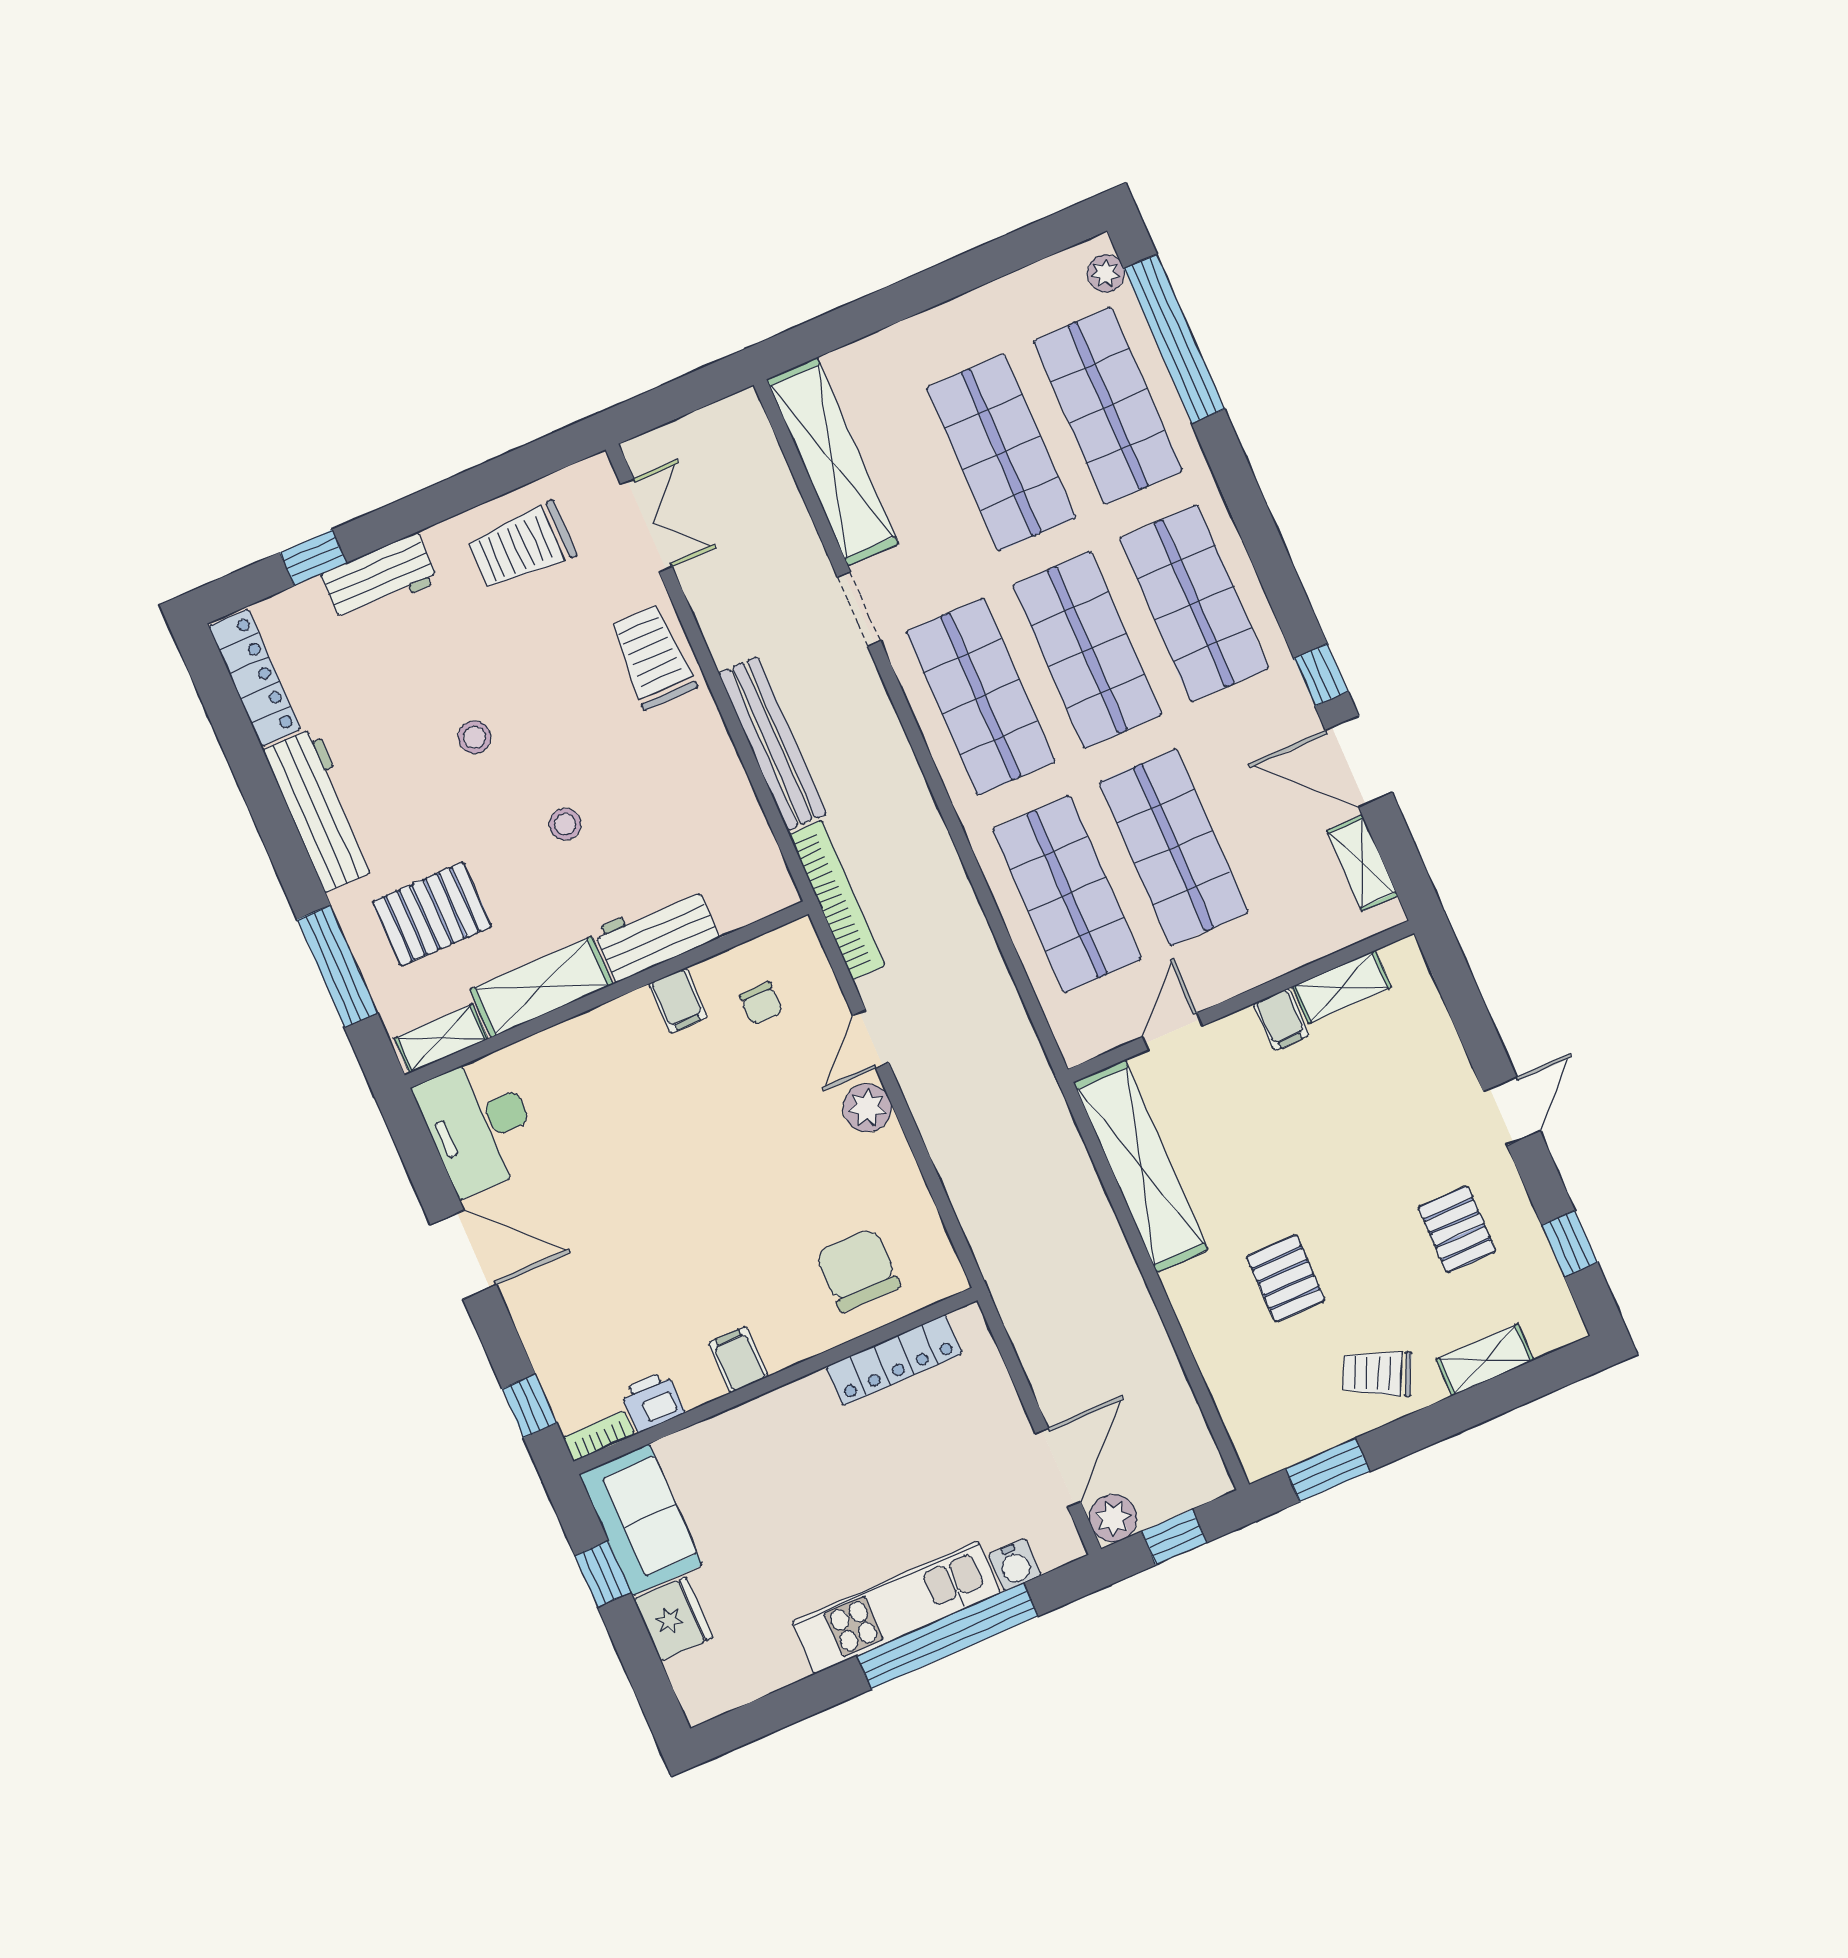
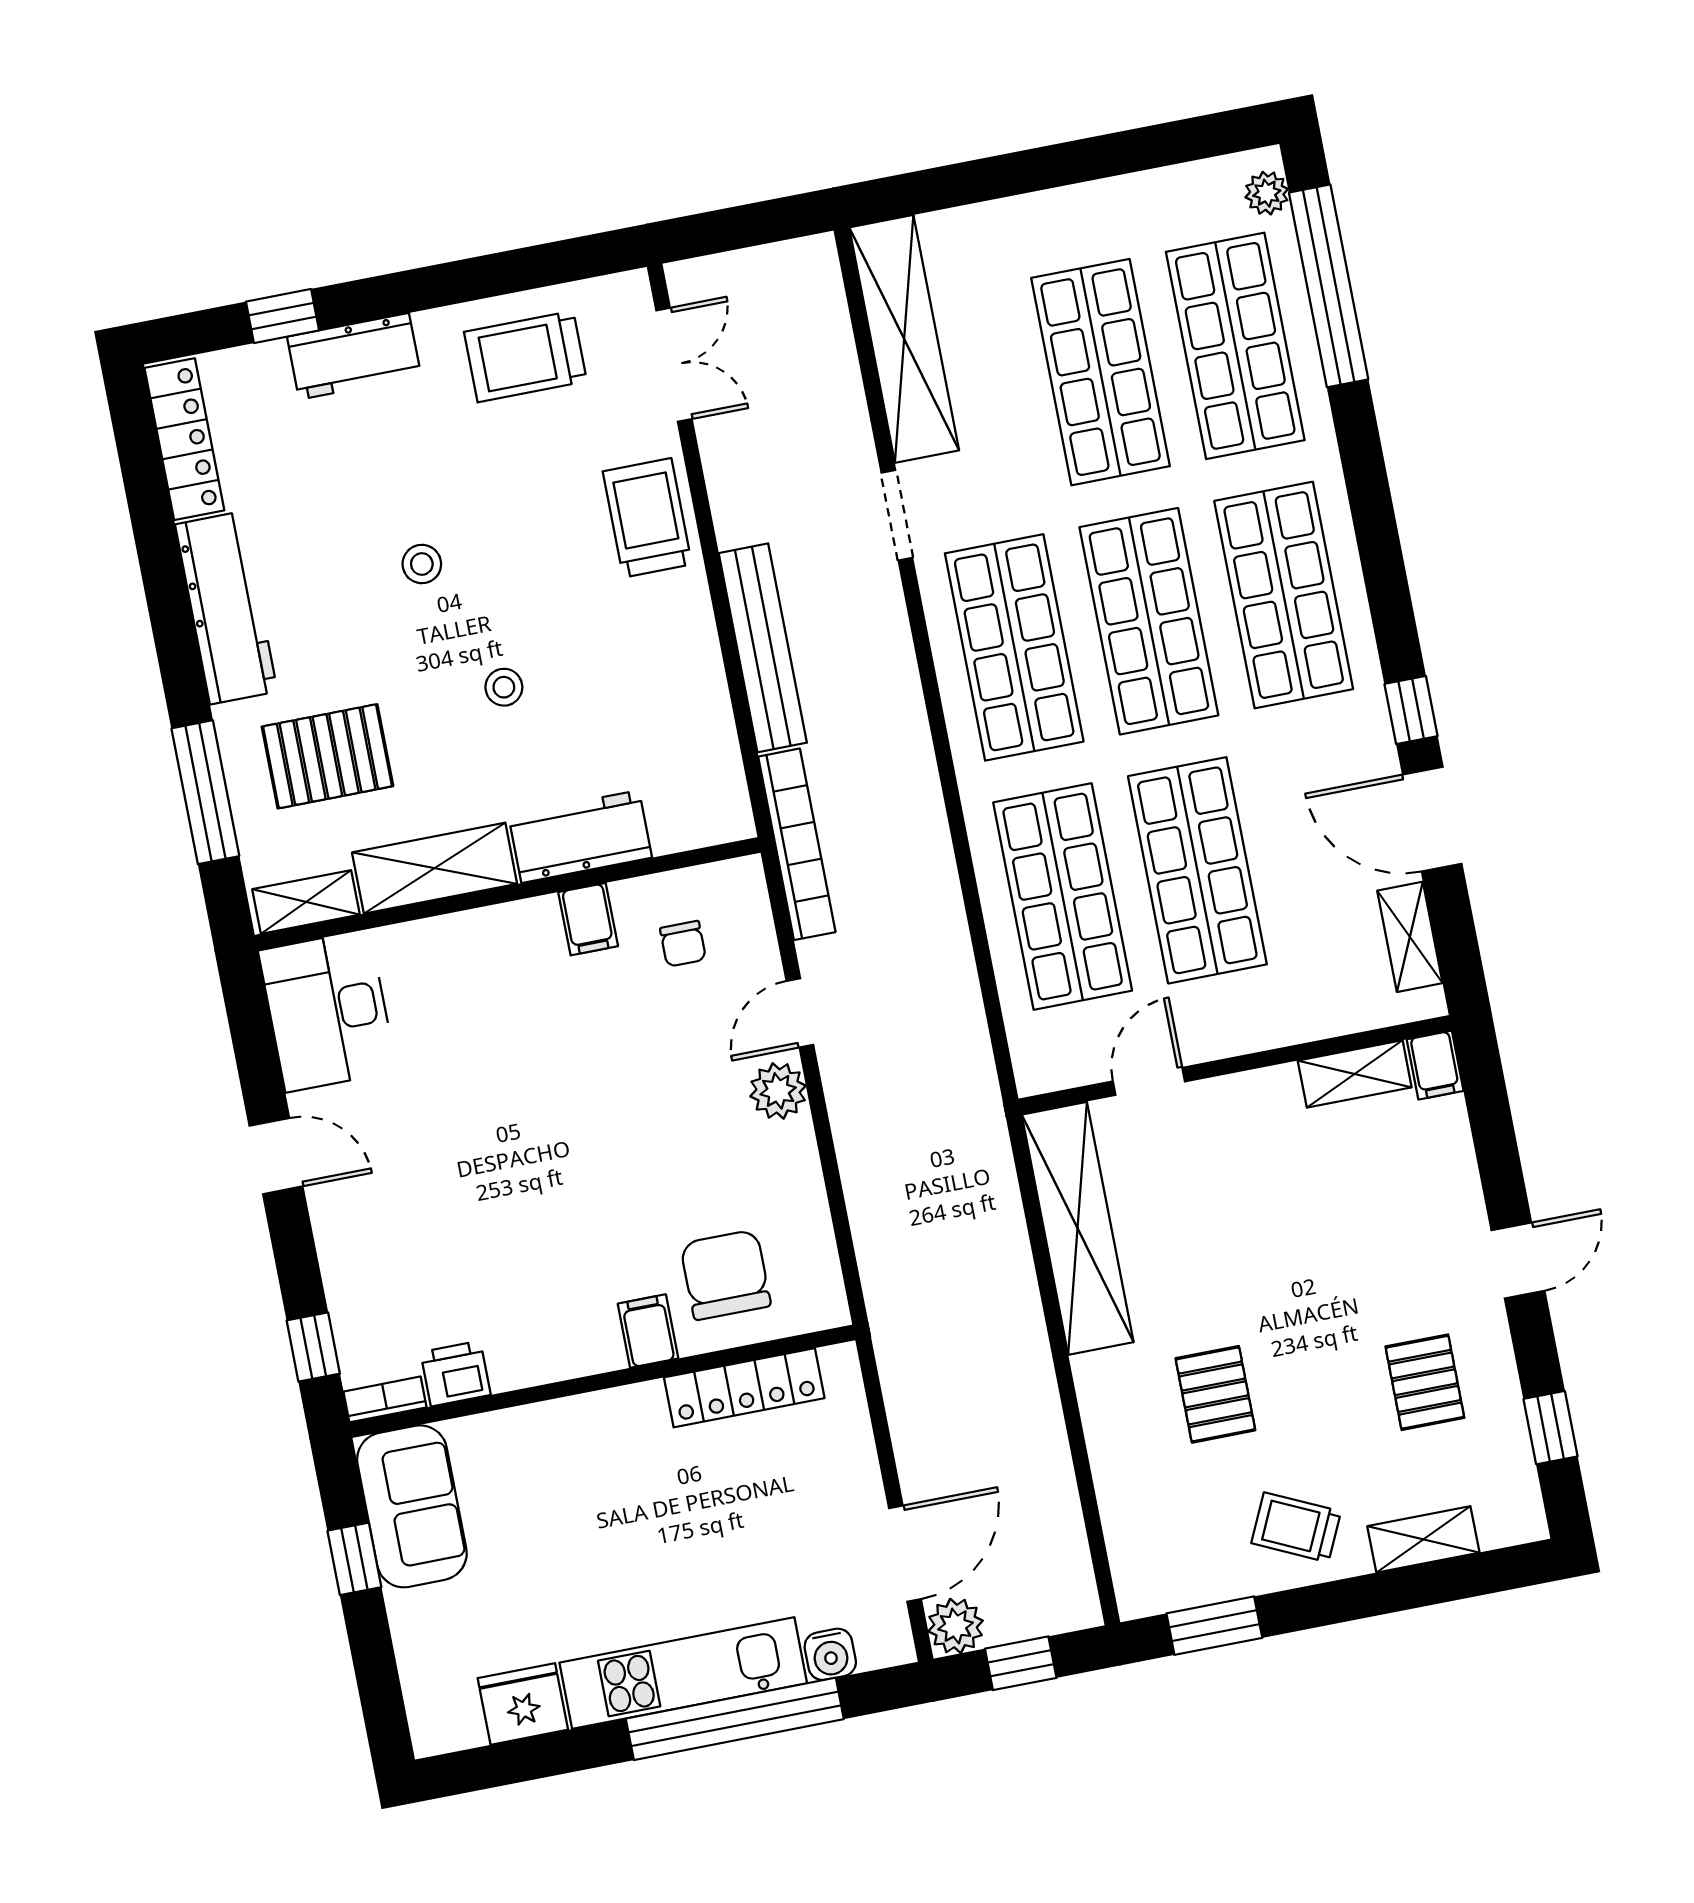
filing cabinet: (1281, 1019) -> (1435, 1065), moved
door: (463, 1255) -> (276, 1156), width x0.73
filing cabinet: (738, 1360) -> (648, 1331), moved
fridge: (673, 1619) -> (523, 1704), moved, turned -90

